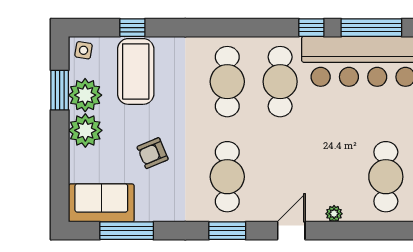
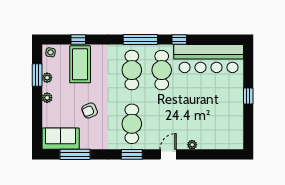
window: (371, 28) -> (140, 40), moved
plant: (85, 95) -> (47, 78), width x0.53, depth x0.53
plant: (85, 130) -> (47, 98), width x0.53, depth x0.53
cafe table: (386, 177) -> (221, 124), removed

